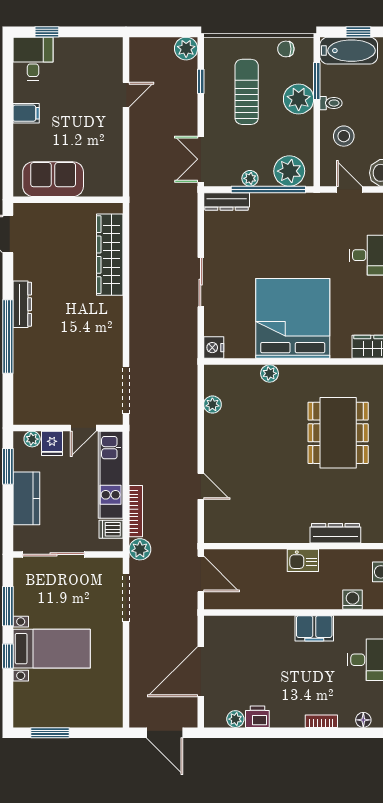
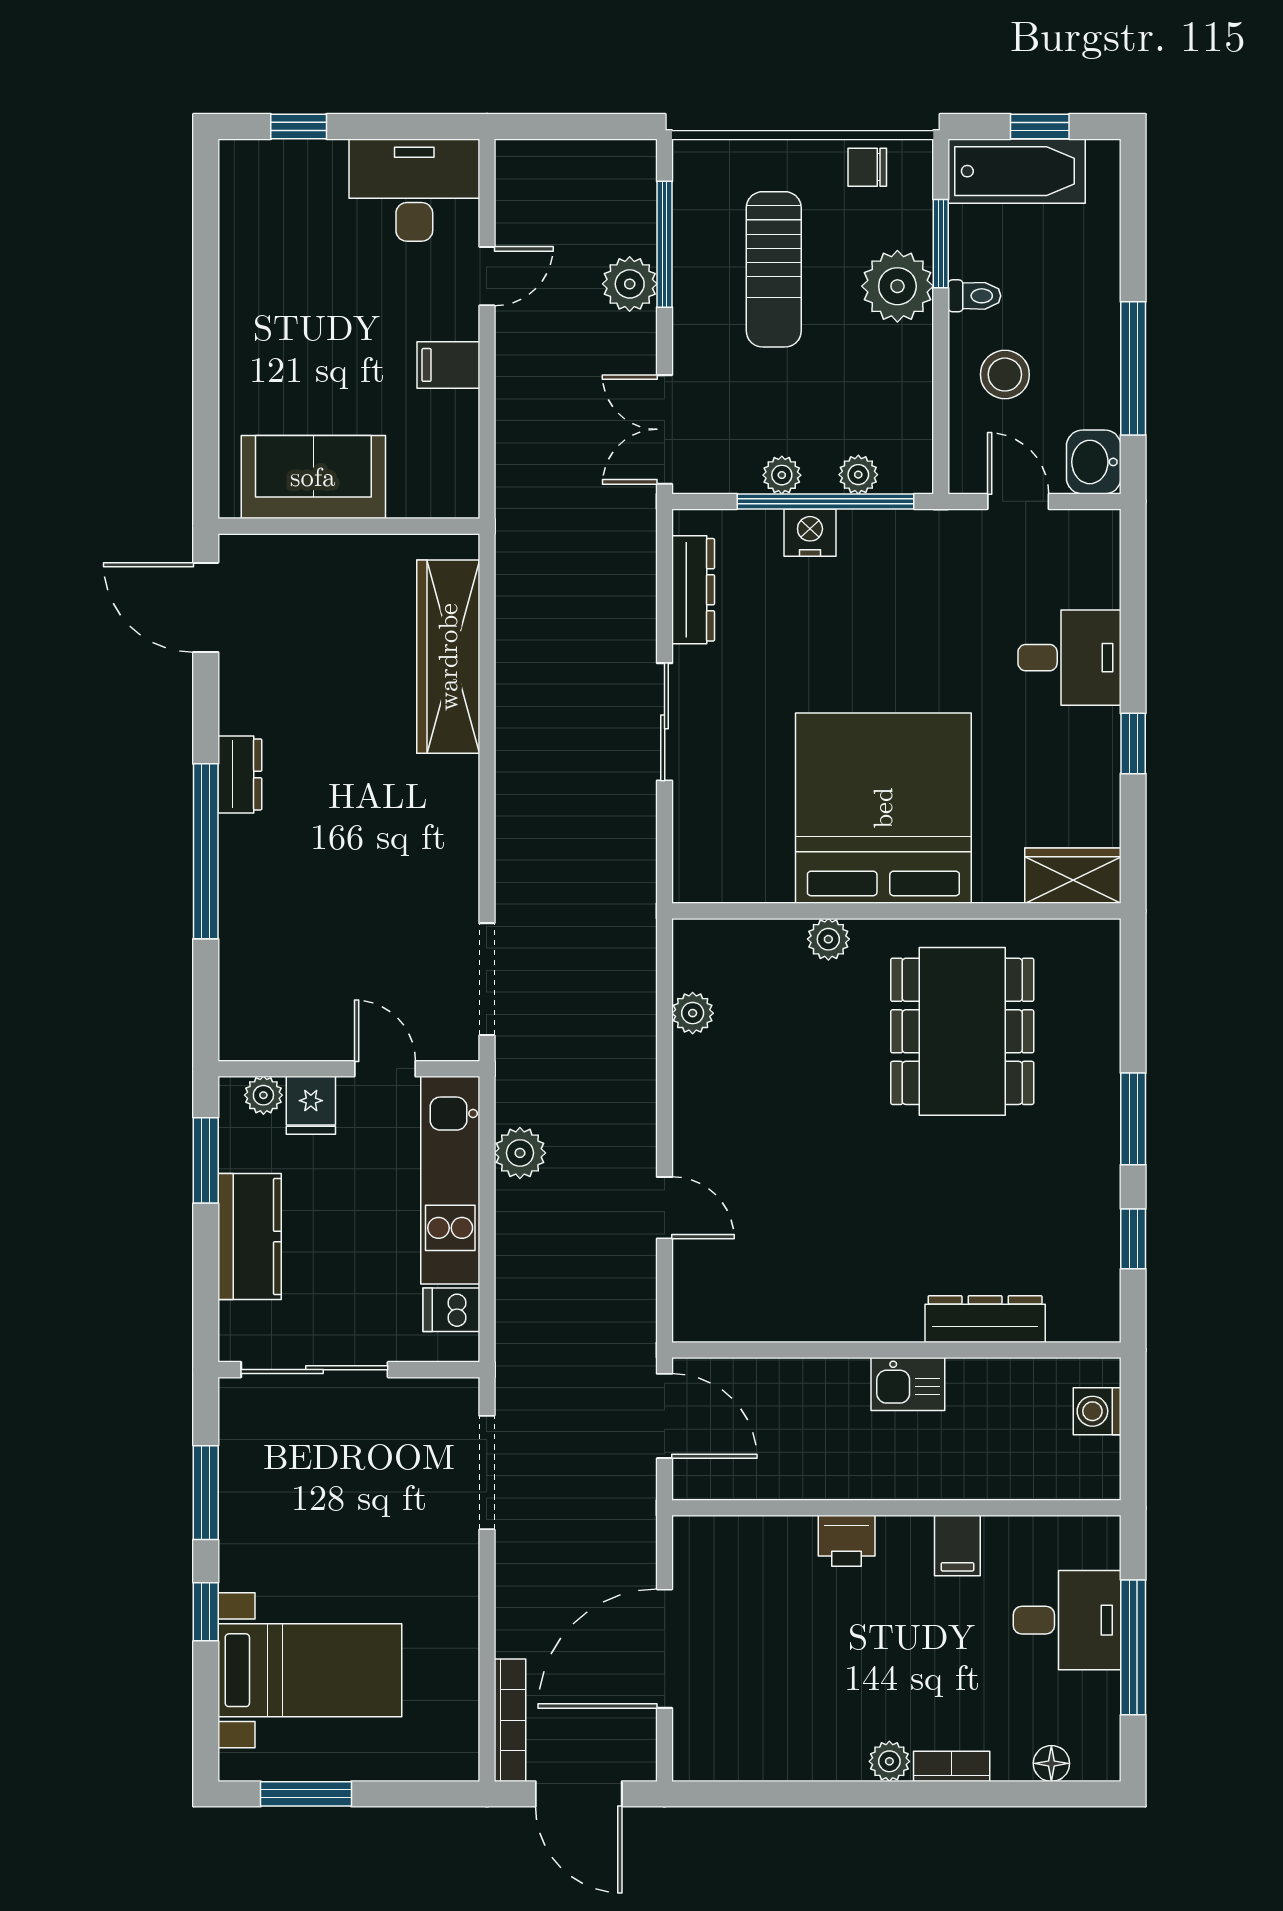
plant: (186, 49) -> (630, 284), moved
desk: (33, 59) -> (414, 190), moved, width x1.37
window: (201, 81) -> (665, 244), width x2.17
sun lounger: (247, 92) -> (774, 269), turned 180
filing cabinet: (26, 113) -> (448, 365), moved, turned 180
plant: (289, 171) -> (858, 475), width x0.53, depth x0.53
dresser: (227, 201) -> (693, 590), moved, turned -90
dresser: (22, 304) -> (240, 774), width x0.70
nightstand: (214, 348) -> (810, 533), moved, turned 90
door: (83, 428) -> (385, 1069), swing flipped
dining table: (338, 433) -> (962, 1031), moved
bookcase: (136, 511) -> (510, 1720), moved
plant: (140, 549) -> (520, 1153), moved
washing machine: (353, 600) -> (1026, 1477), removed
filing cabinet: (314, 628) -> (957, 1546), width x0.50
bed with nightstands: (52, 649) -> (310, 1670), moved
printer: (257, 717) -> (847, 1541), moved, turned 180
plant: (235, 719) -> (889, 1761), moved

